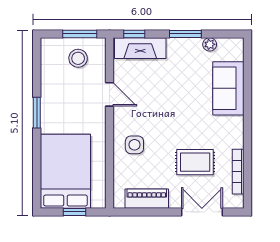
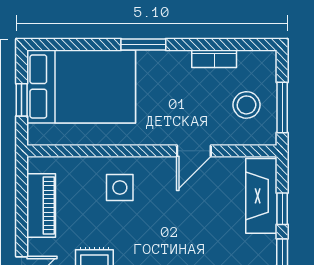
window: (134, 34) -> (282, 209), moved
bookcase: (47, 80) -> (214, 59), added
window: (37, 113) -> (143, 45), moved

